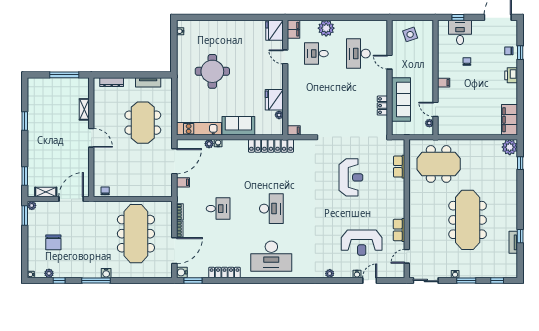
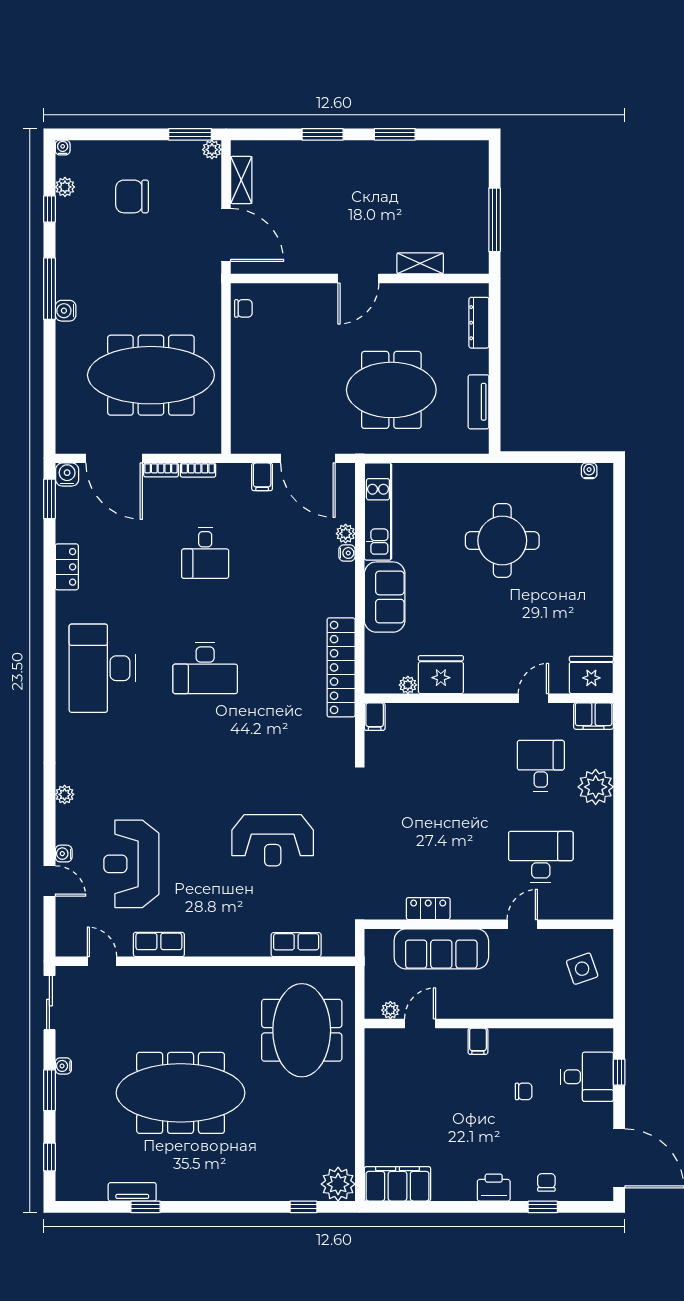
window: (25, 176) -> (323, 134), moved
locker: (225, 273) -> (67, 567), width x0.66

